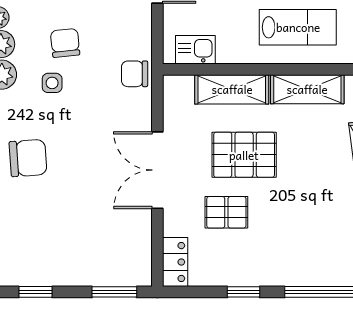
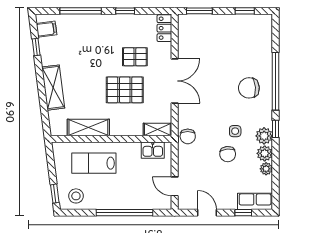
chair: (135, 74) -> (188, 136), turned 90
shelving: (232, 89) -> (157, 130), moved, width x0.67, depth x0.75

